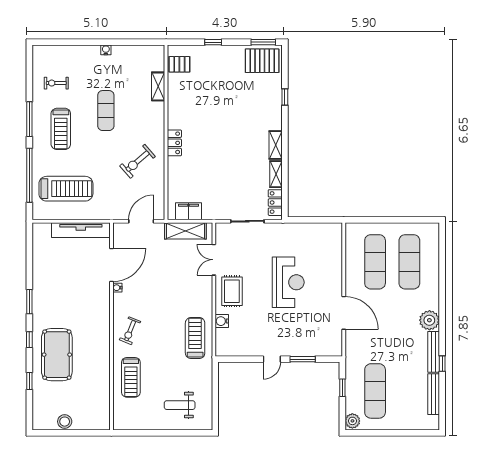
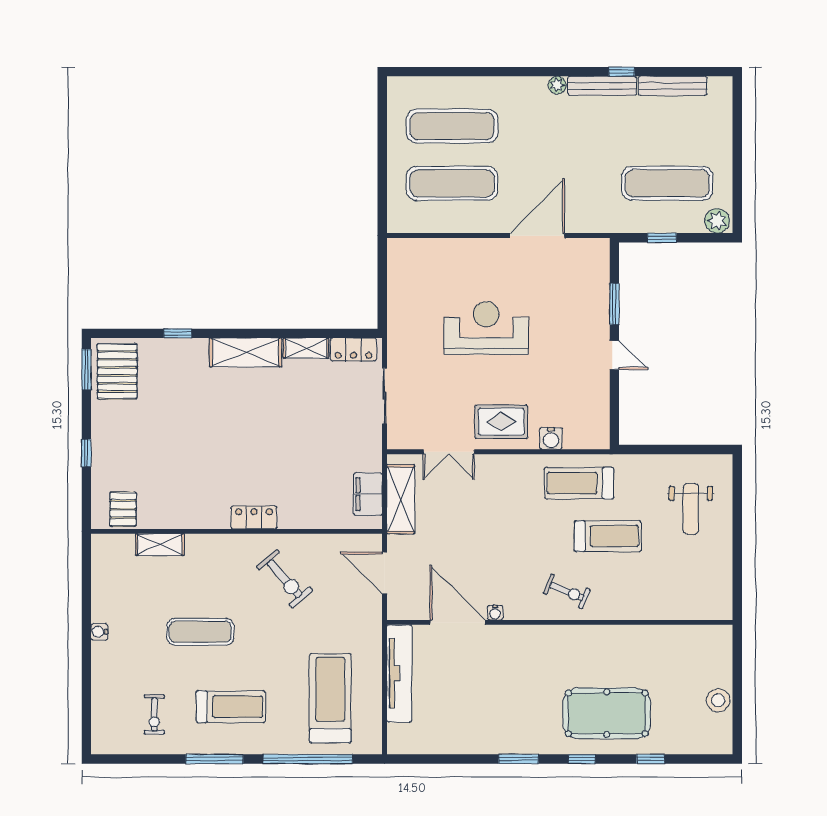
shelving: (276, 145) -> (245, 352), width x1.50, depth x1.33
plant: (429, 320) -> (557, 85), width x0.53, depth x0.53
treadmill: (131, 377) -> (608, 536), moved

